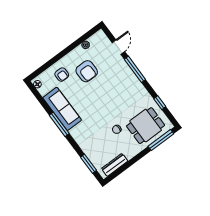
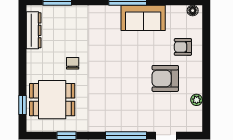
sofa: (62, 109) -> (143, 18), width x0.73
dining table: (146, 126) -> (52, 100), turned 90
window: (161, 140) -> (22, 105), width x0.46

